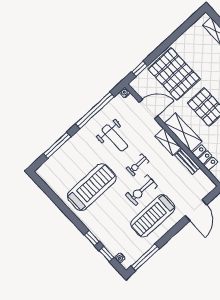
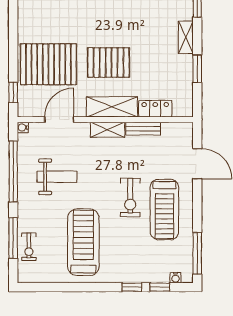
exercise bike: (138, 165) -> (29, 247), moved

